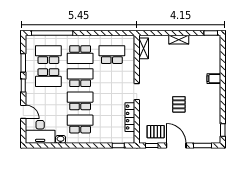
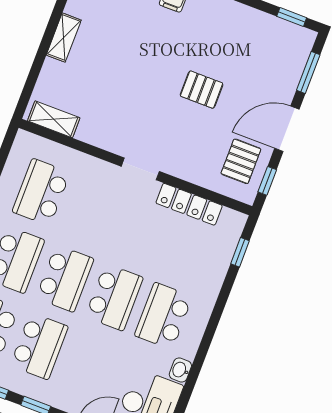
school desk: (80, 78) -> (65, 278), turned 180
school desk: (80, 101) -> (114, 297), turned 180

